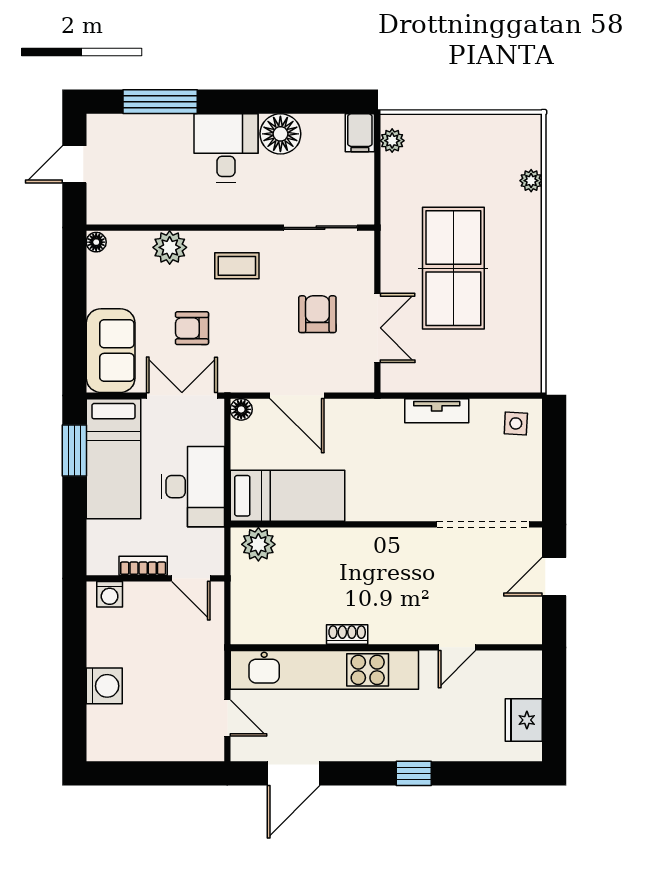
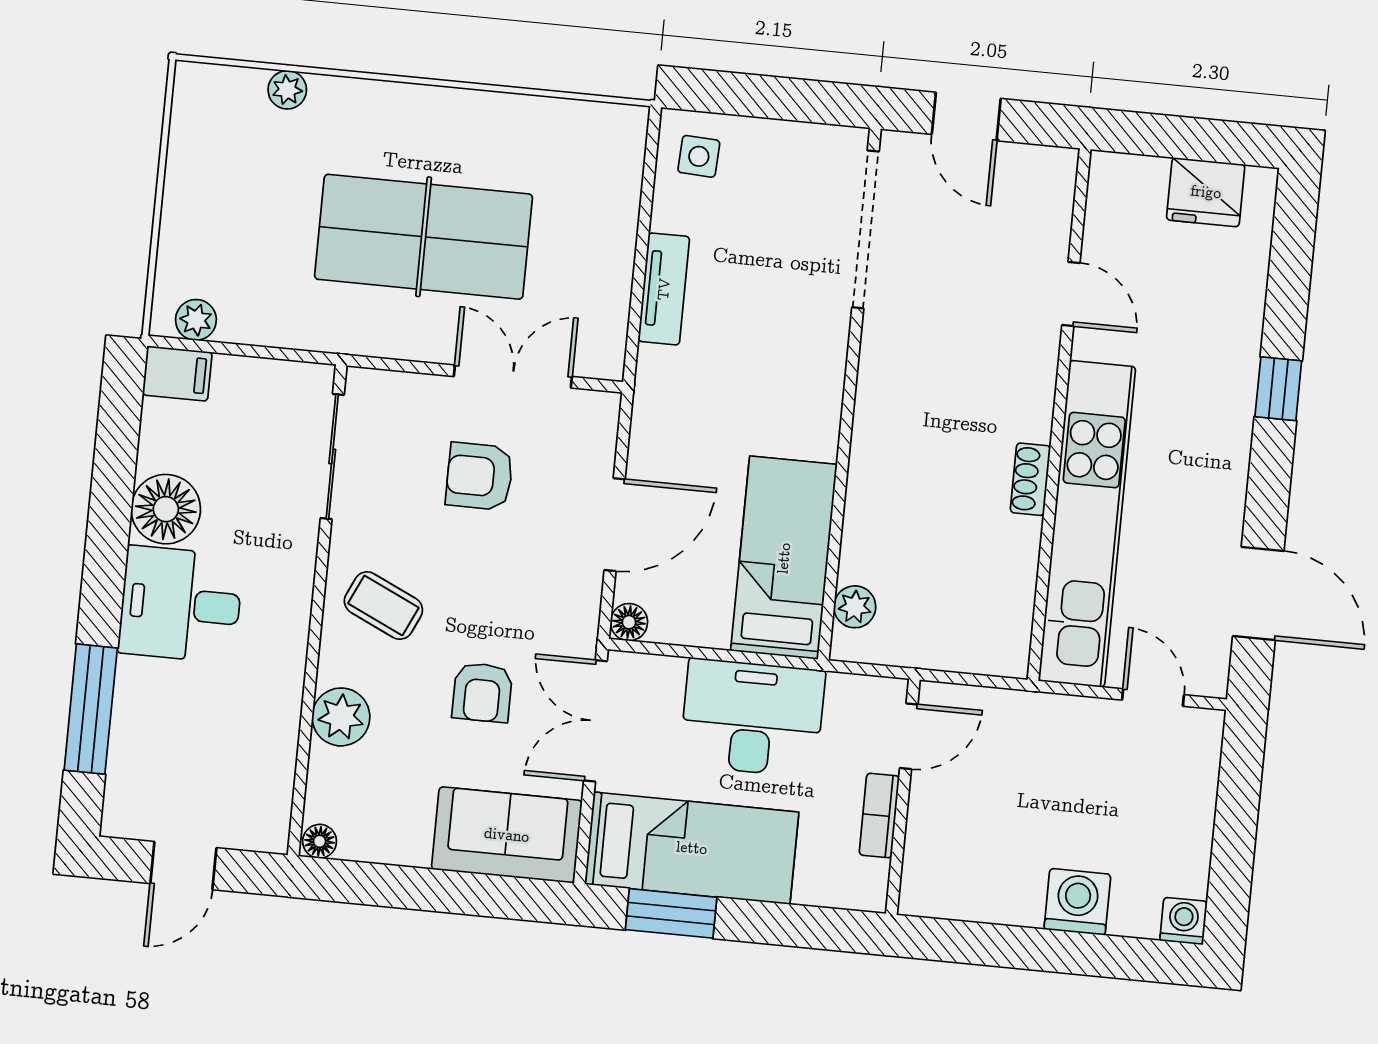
door: (74, 164) -> (183, 866), hinge flipped
coffee table: (237, 266) -> (383, 606), turned -65
plant: (258, 544) -> (855, 607), width x0.73, depth x0.73
washing machine: (110, 594) -> (1184, 921), moved, turned -90
door: (227, 718) -> (1153, 697), hinge flipped

